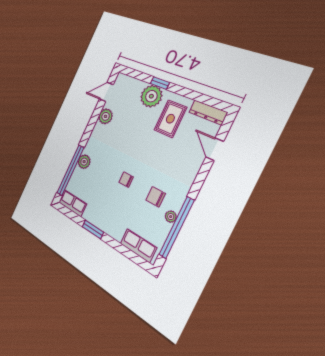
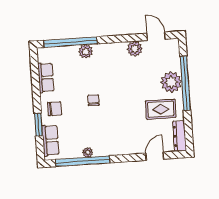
window: (160, 83) -> (185, 83), width x3.17
chair: (156, 197) -> (55, 109), moved, turned 90
row of seats: (73, 203) -> (46, 78), moved
window: (93, 229) -> (38, 125), moved

